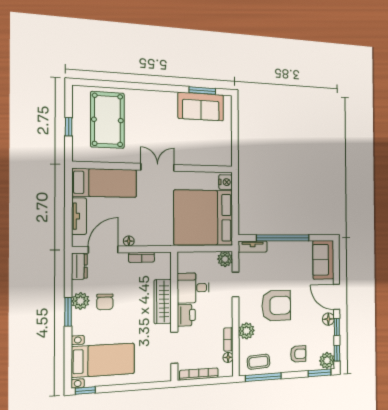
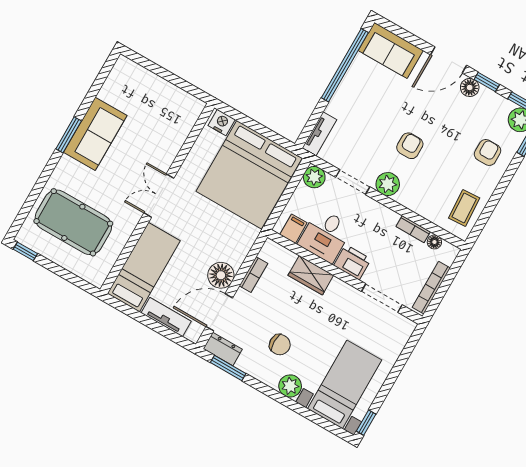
window: (202, 91) -> (69, 135), moved
sofa: (201, 107) -> (95, 134), moved
window: (69, 127) -> (25, 251), moved
window: (283, 238) -> (345, 65), moved
floor lamp: (129, 241) -> (221, 275), width x1.89, depth x1.89
door: (103, 250) -> (219, 312), hinge flipped
filing cabinet: (186, 265) -> (293, 229), added
plant: (80, 301) -> (290, 386), moved
wardrobe: (163, 301) -> (311, 275), width x0.67
armchair: (276, 305) -> (410, 146), width x0.53, depth x0.53
window: (68, 312) -> (228, 368), moved
plant: (247, 331) -> (388, 184), moved
window: (263, 377) -> (487, 213), removed

